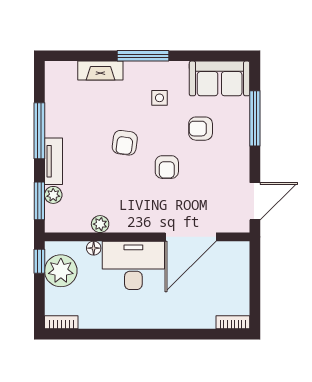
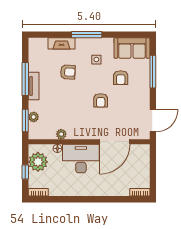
armchair: (201, 129) -> (121, 78), turned -90
armchair: (125, 143) -> (68, 72), moved, turned -96
tv unit: (54, 161) -> (34, 86), moved
window: (39, 261) -> (25, 172), moved

